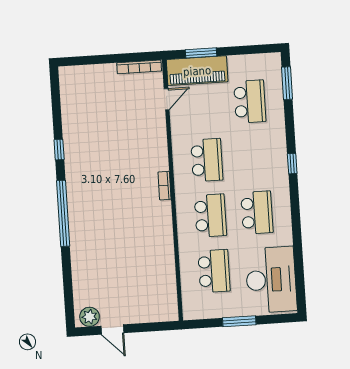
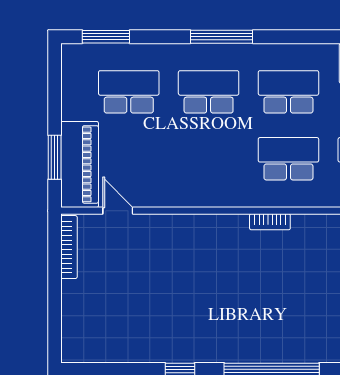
school desk: (207, 160) -> (209, 92), moved
window: (292, 164) -> (222, 37), width x2.17
bookcase: (164, 186) -> (270, 222), moved

